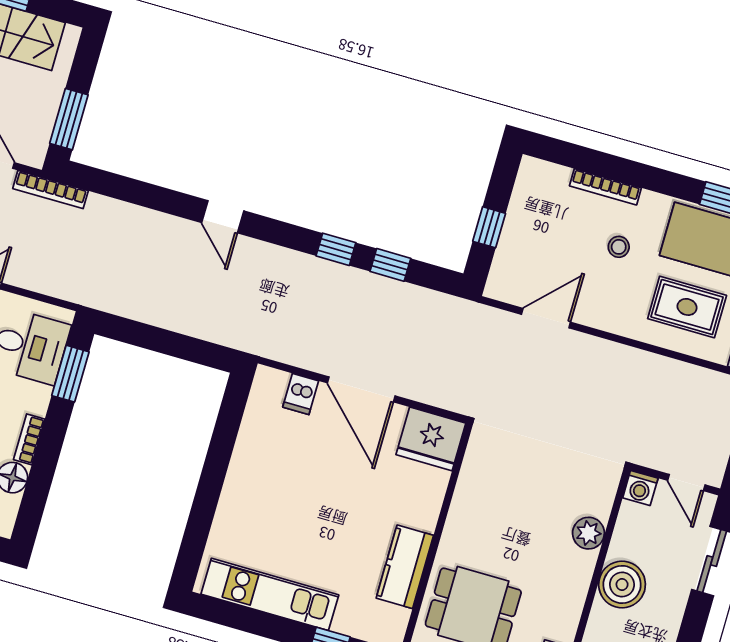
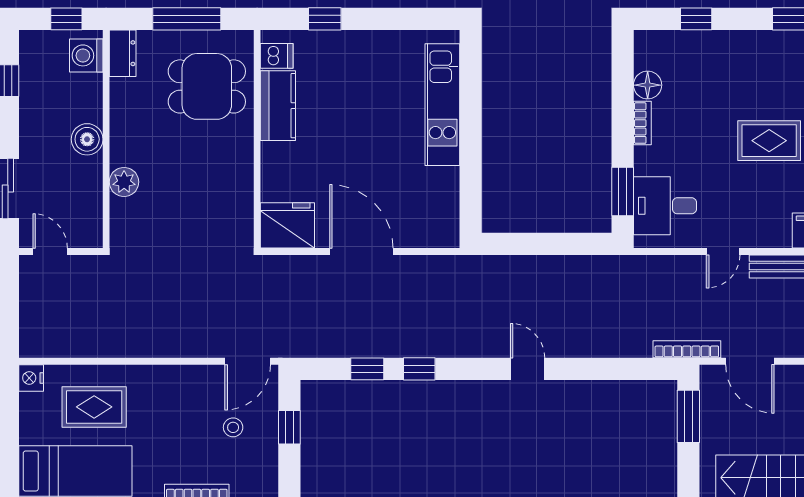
stool: (619, 247) -> (233, 427), moved
door: (546, 318) -> (248, 361), moved
dishwasher: (301, 394) -> (277, 56), moved, turned 90
washing machine: (640, 488) -> (90, 235), removed
boiler: (622, 584) -> (87, 139), width x0.73, depth x0.73
kitchen unit: (270, 594) -> (442, 105), moved, turned 90

